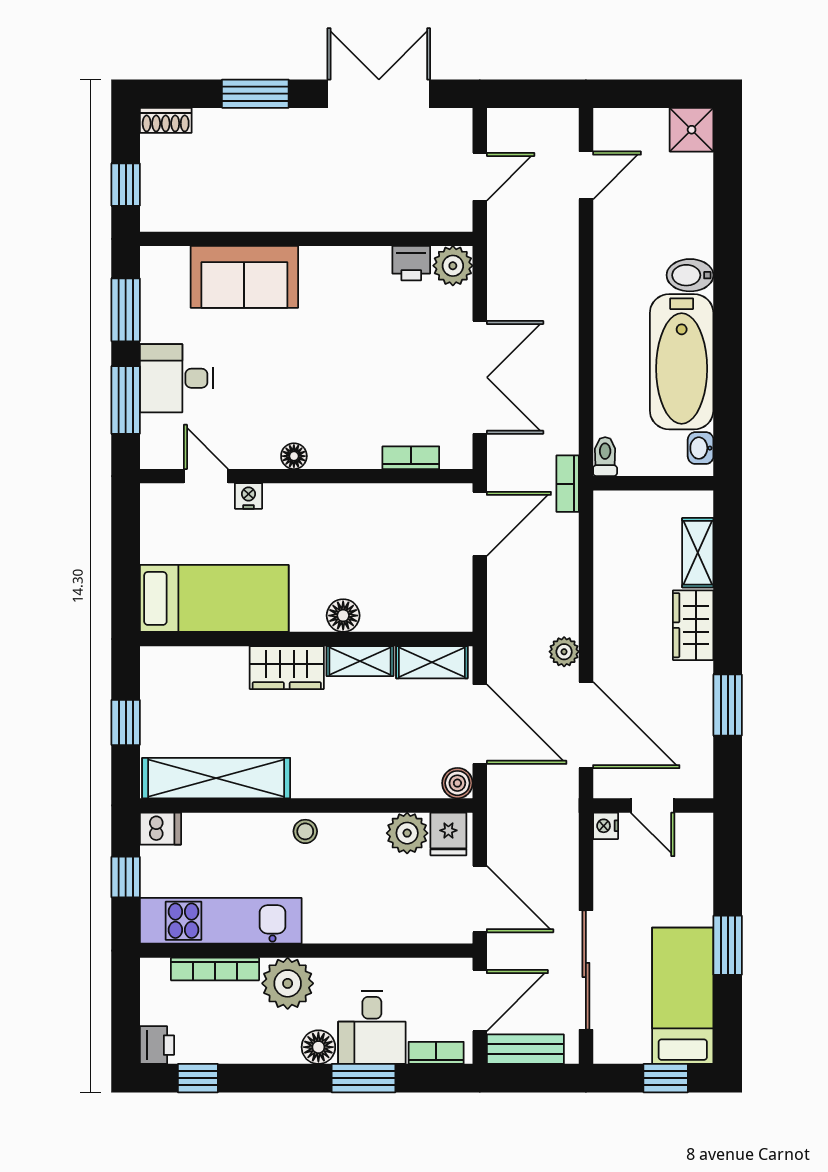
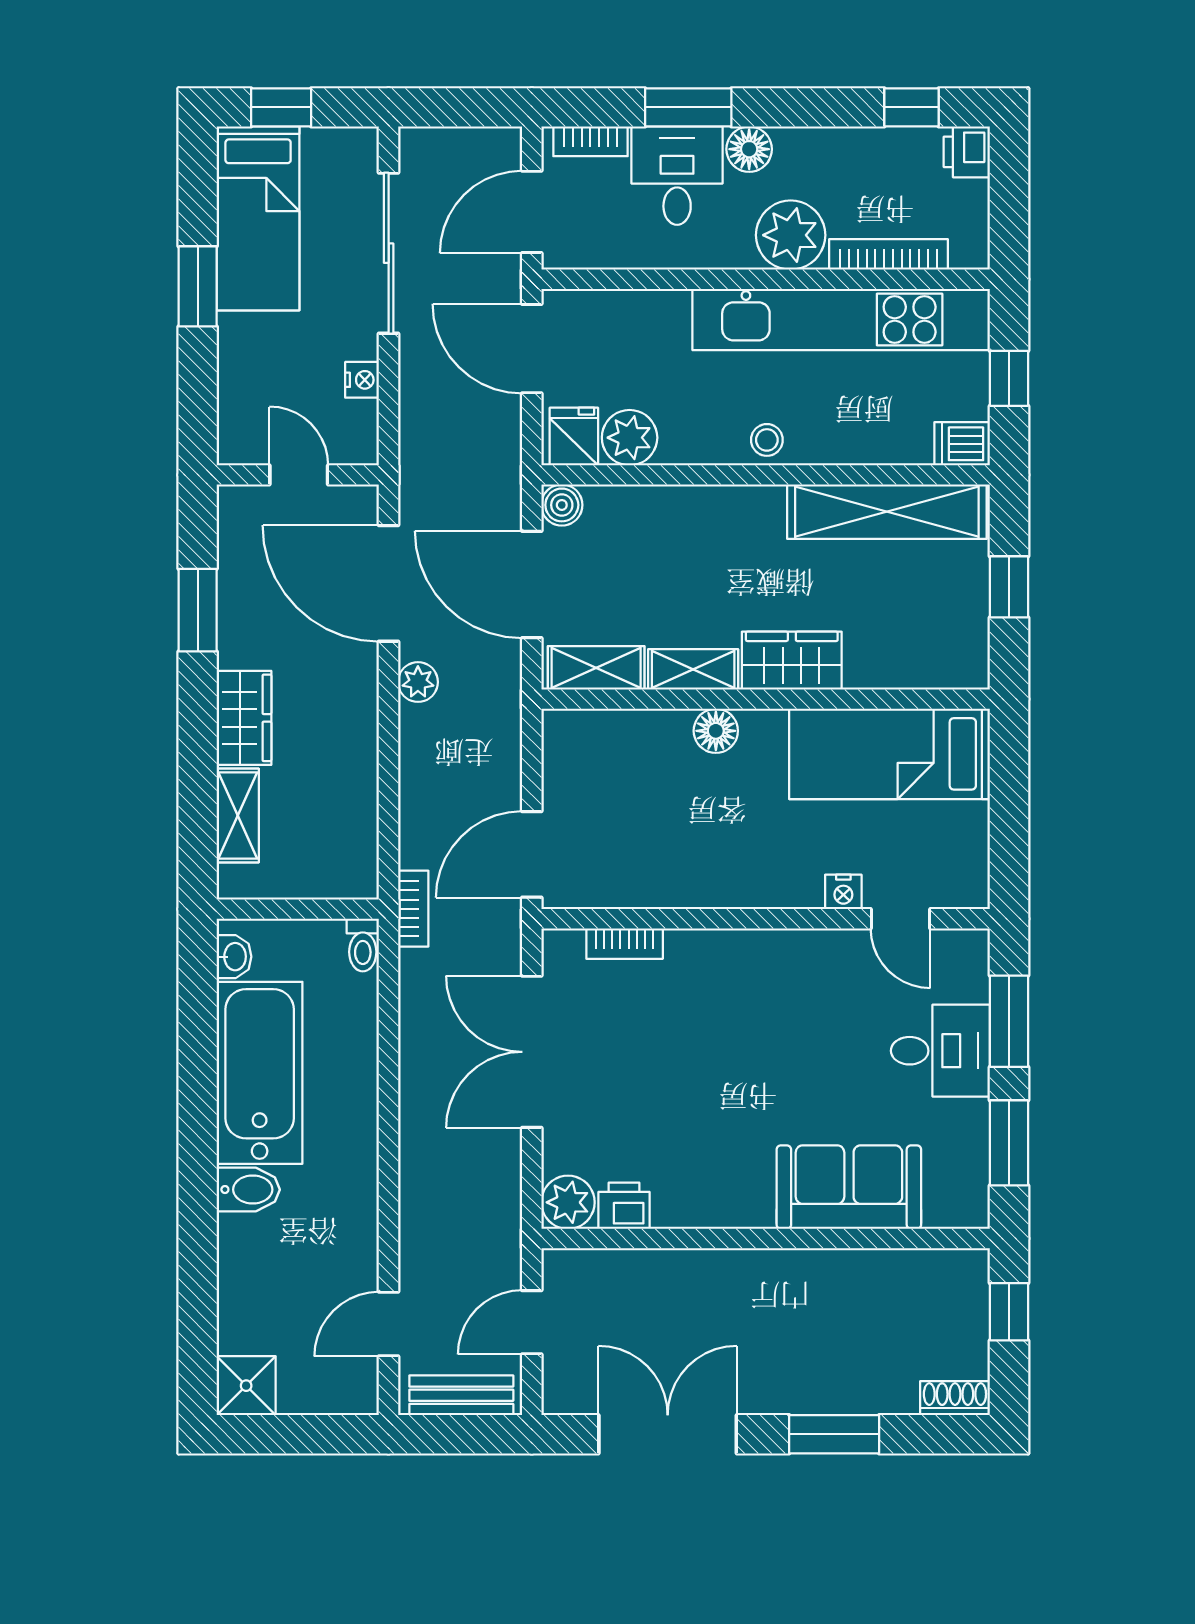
double door: (379, 94) -> (668, 1434), swing flipped
floor lamp: (294, 456) -> (782, 946), removed
nightstand: (606, 826) -> (362, 380), moved
kitchen unit: (221, 921) -> (841, 319), width x1.36
bench: (525, 1049) -> (461, 1395), moved

